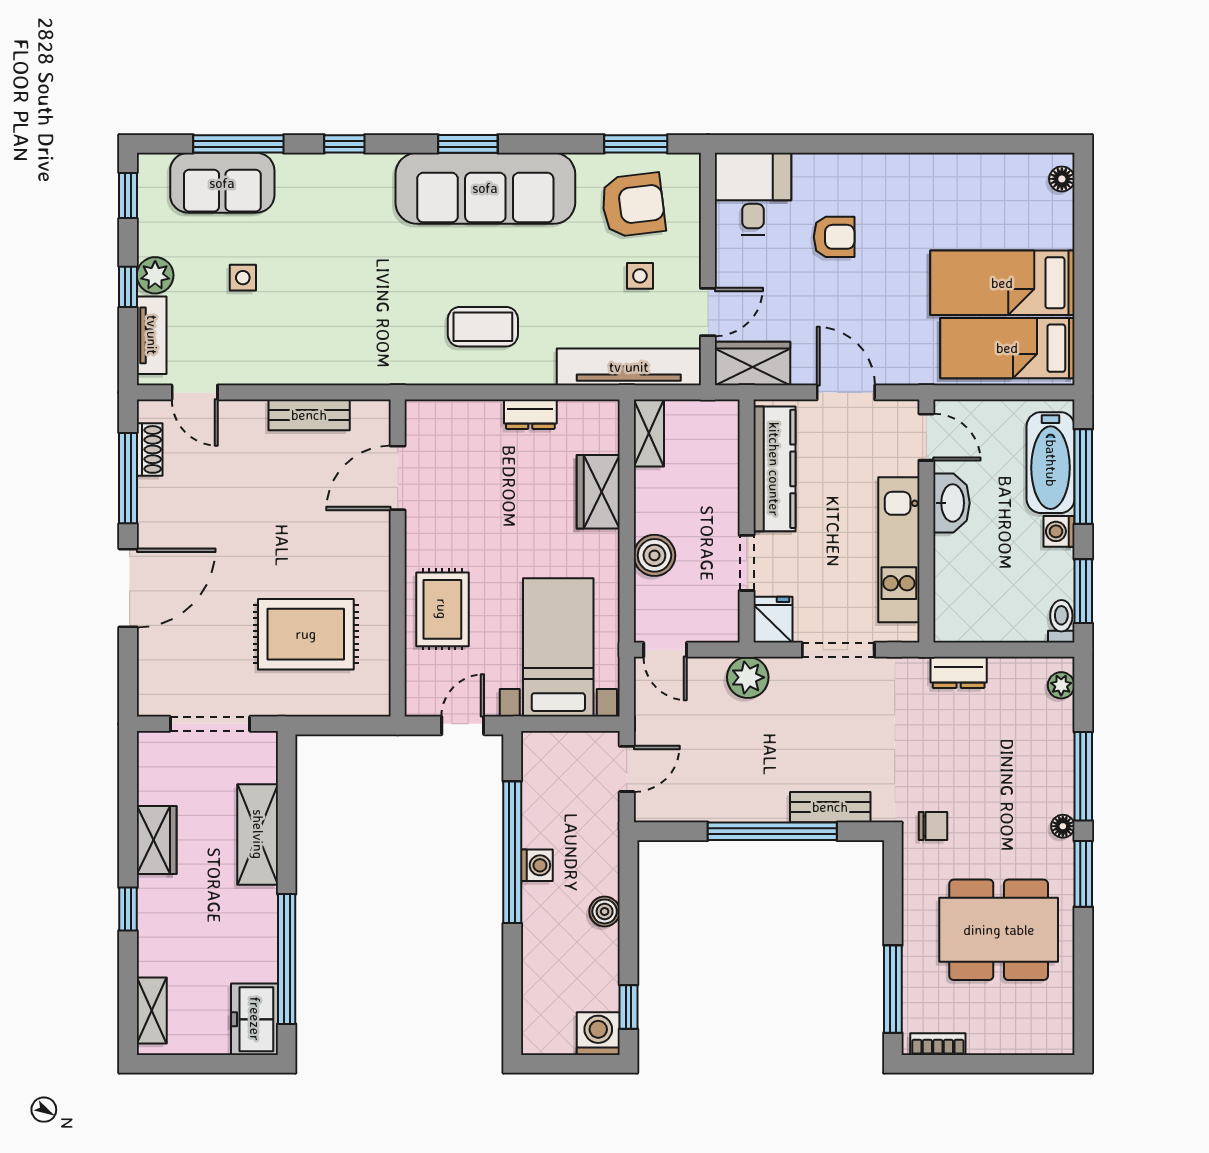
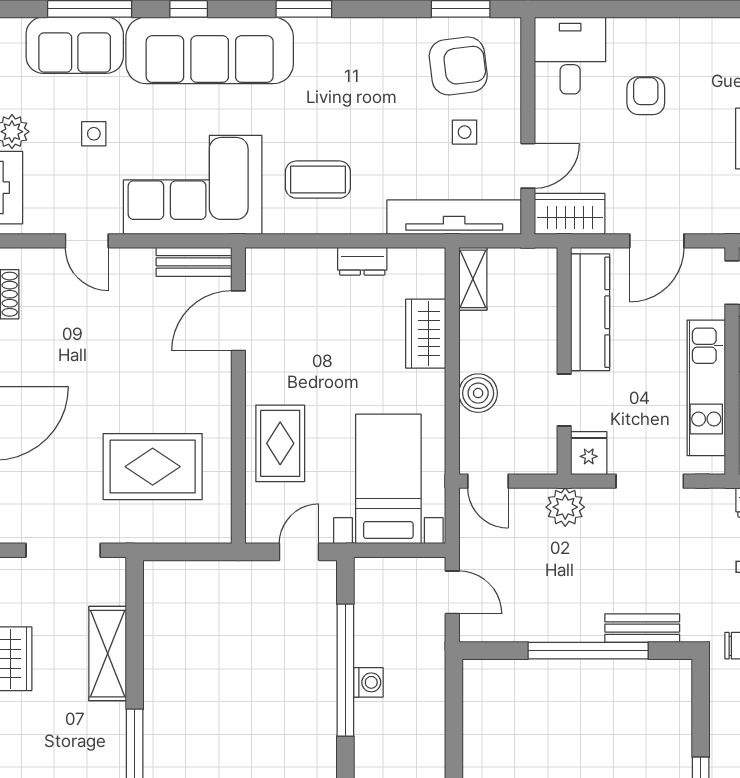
sofa: (485, 188) -> (210, 50), moved
armchair: (834, 237) -> (646, 96), turned -90
corner sofa: (349, 332) -> (193, 185), added
door: (195, 392) -> (87, 241), moved
door: (846, 392) -> (657, 241), swing flipped
bench: (309, 415) -> (194, 262), moved
door: (627, 769) -> (452, 592), hinge flipped
boiler: (605, 911) -> (432, 725), removed

